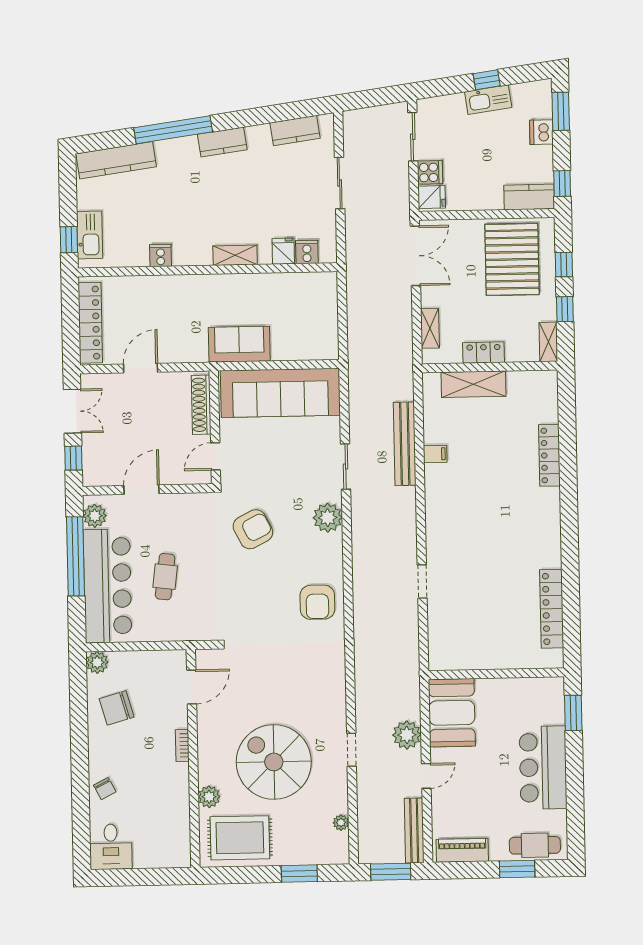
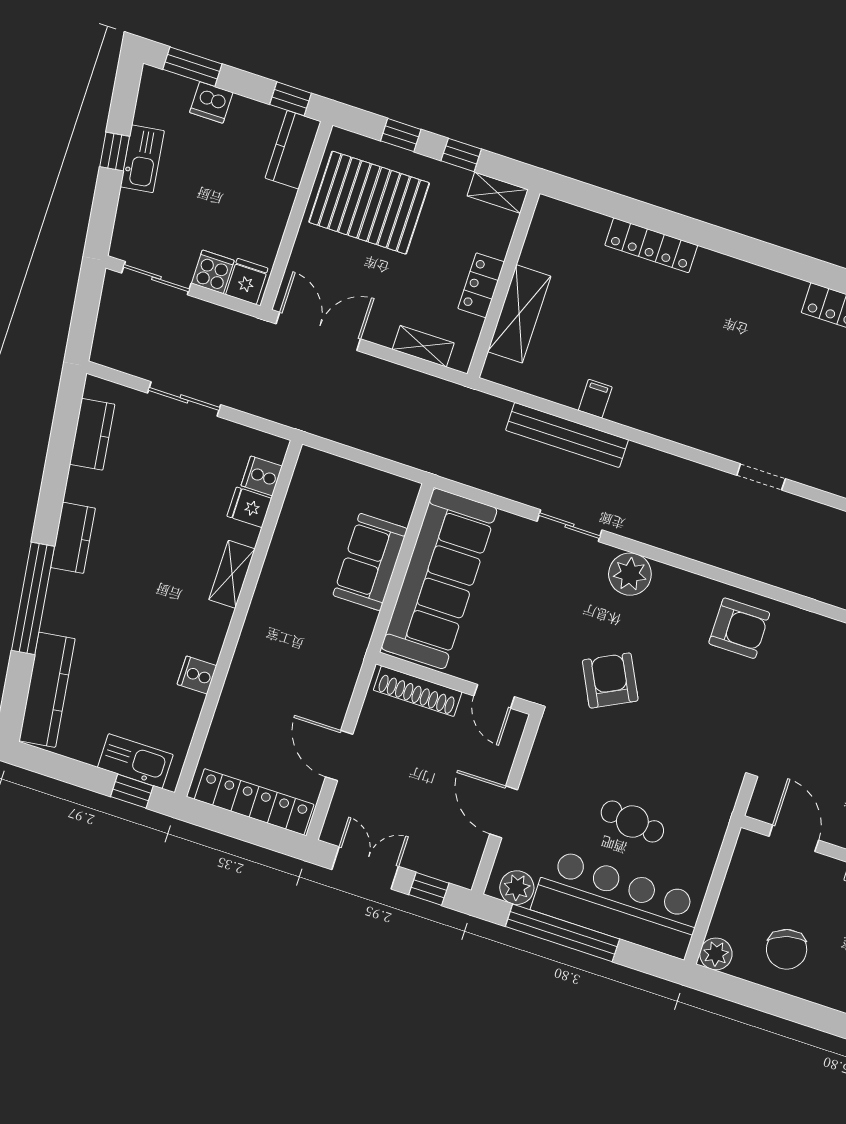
sofa: (239, 344) -> (370, 562), moved

